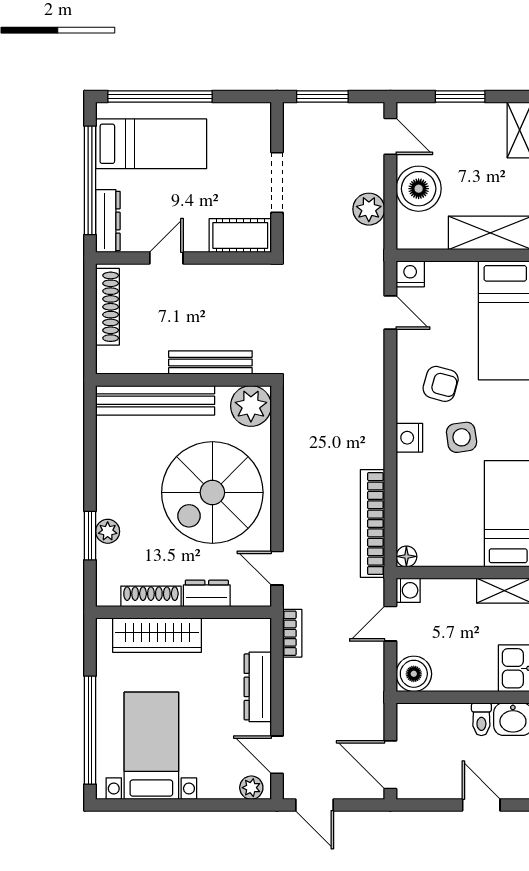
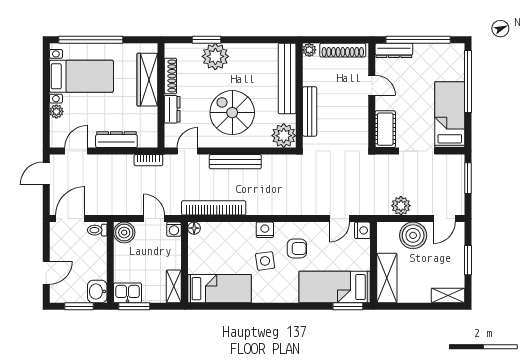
bed: (151, 144) -> (450, 115), moved, turned 180
plant: (107, 363) -> (309, 50), added
armchair: (441, 384) -> (297, 248), turned -105
bench: (295, 487) -> (235, 162), added
spiral stairs: (212, 493) -> (232, 113), width x0.73, depth x0.73
plant: (108, 531) -> (215, 56), width x1.87, depth x1.87
toilet: (481, 719) -> (97, 230), moved
plant: (251, 788) -> (56, 111), moved

